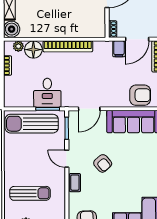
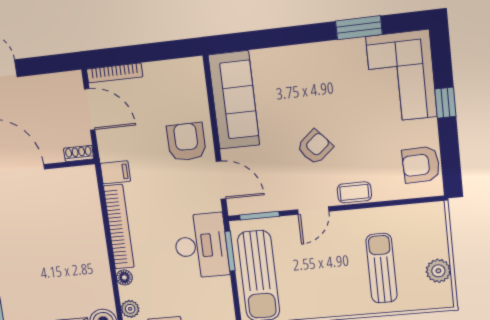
filing cabinet: (119, 49) -> (115, 172), moved
floor lamp: (33, 50) -> (124, 277), width x0.53, depth x0.53
desk: (47, 93) -> (201, 246), width x1.37
armchair: (140, 95) -> (186, 142), moved

